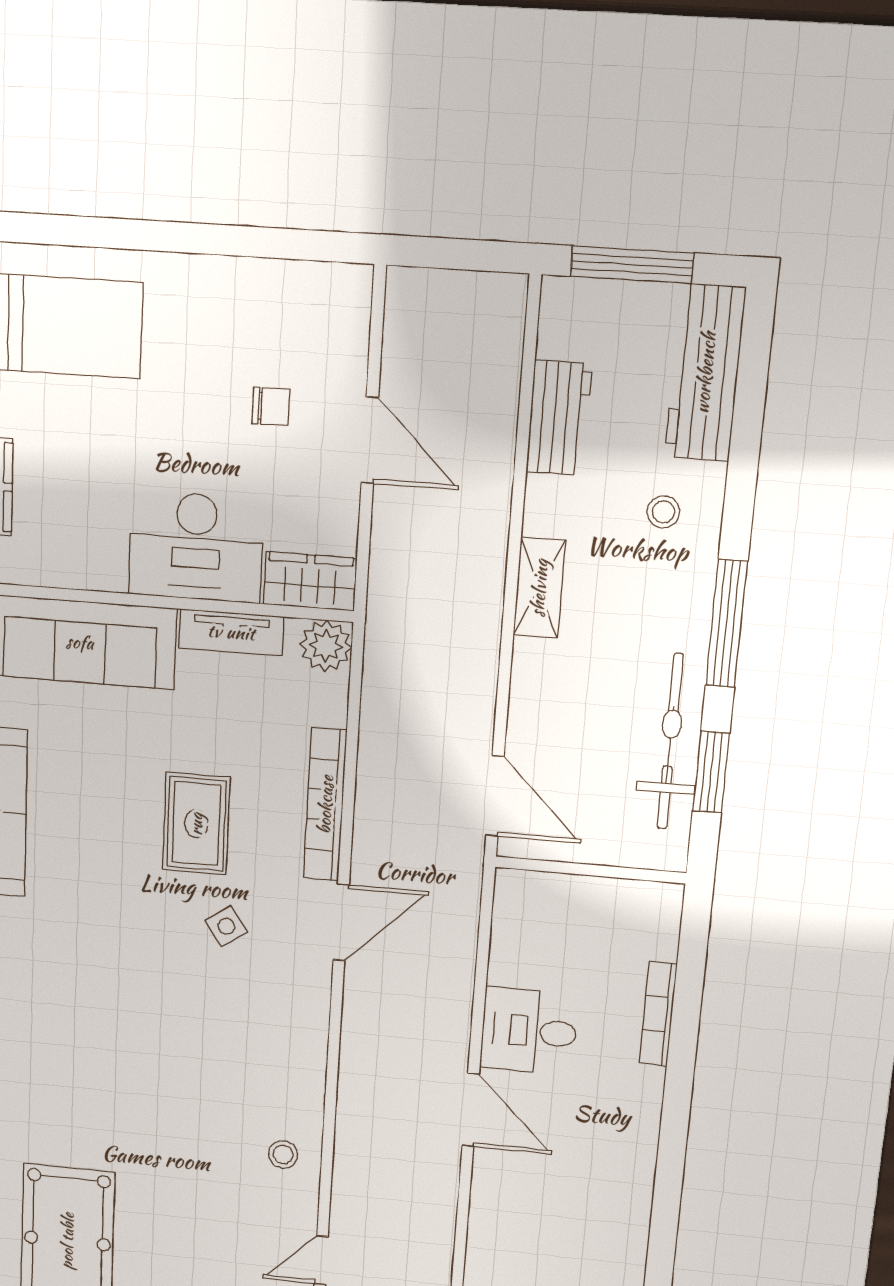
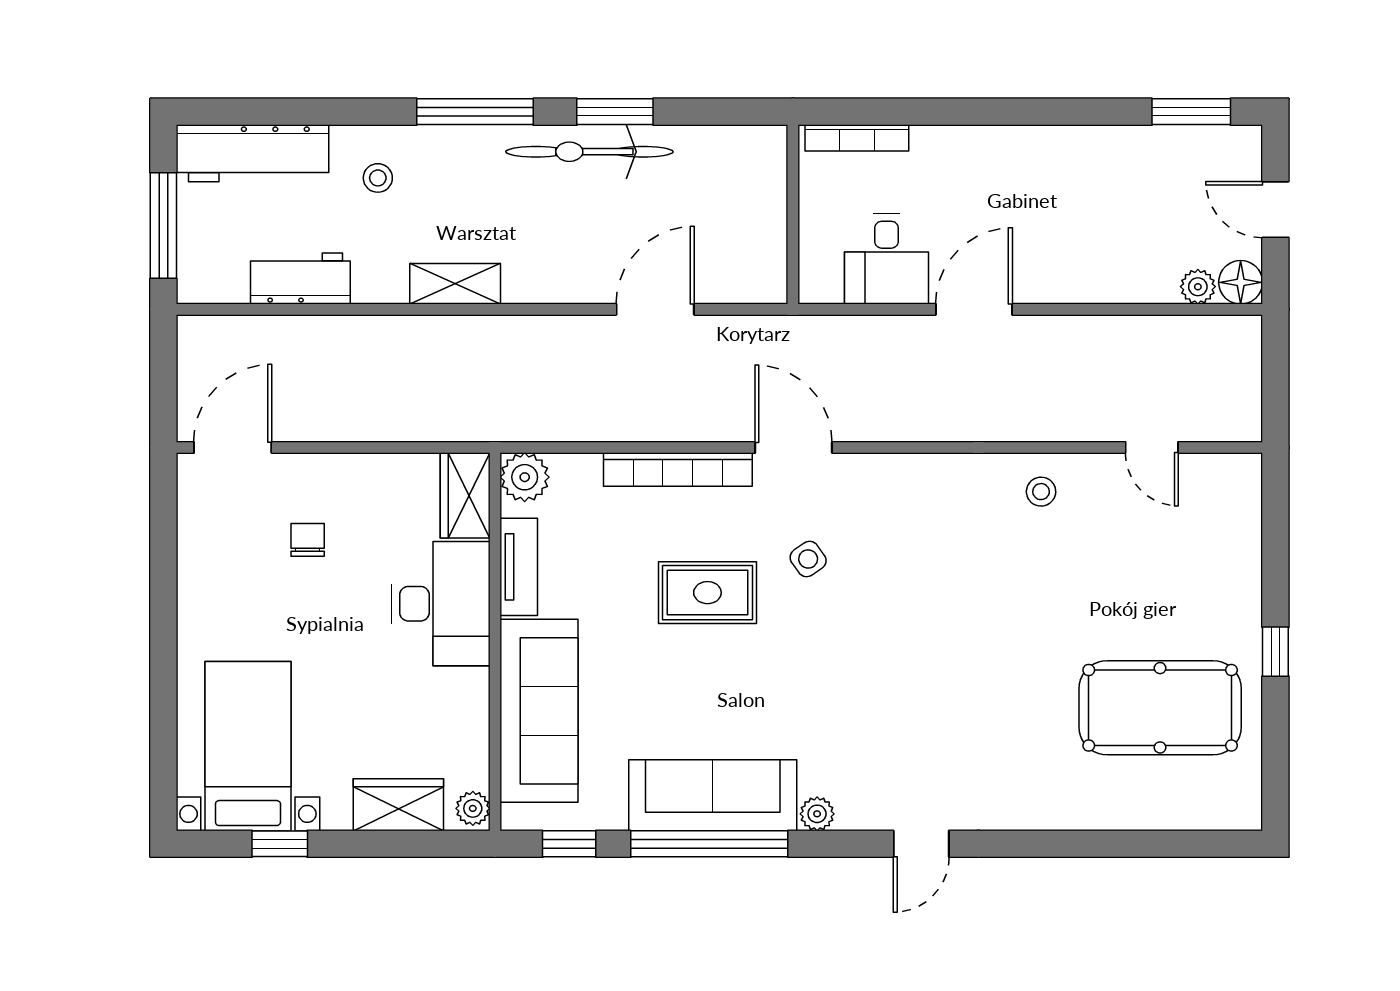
door: (370, 440) -> (233, 447), moved
wall: (590, 870) -> (793, 214), moved

